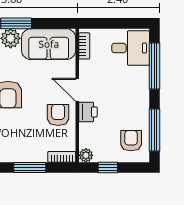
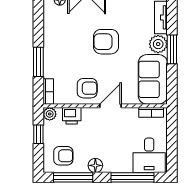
floor lamp: (142, 106) -> (95, 165), added
printer: (88, 112) -> (72, 116), moved

